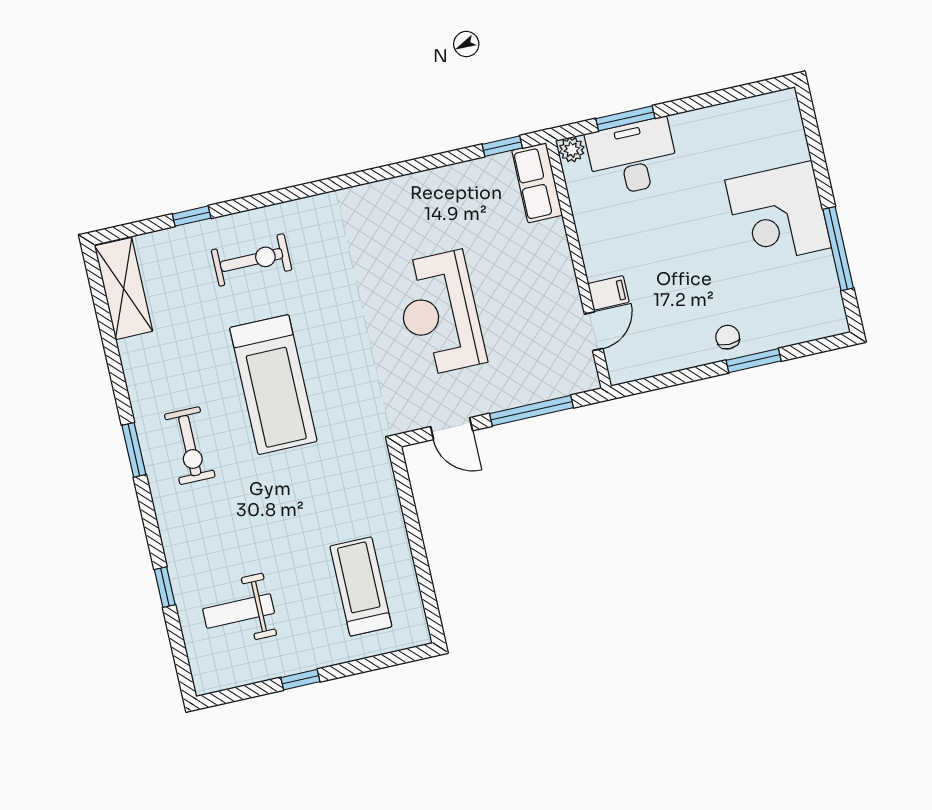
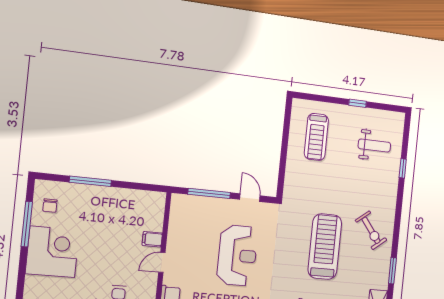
door: (594, 331) -> (162, 262), moved
chair: (728, 337) -> (50, 206), moved
window: (754, 361) -> (90, 181), width x1.44
exercise bike: (190, 446) -> (371, 230), turned 142
window: (134, 450) -> (392, 271), moved

